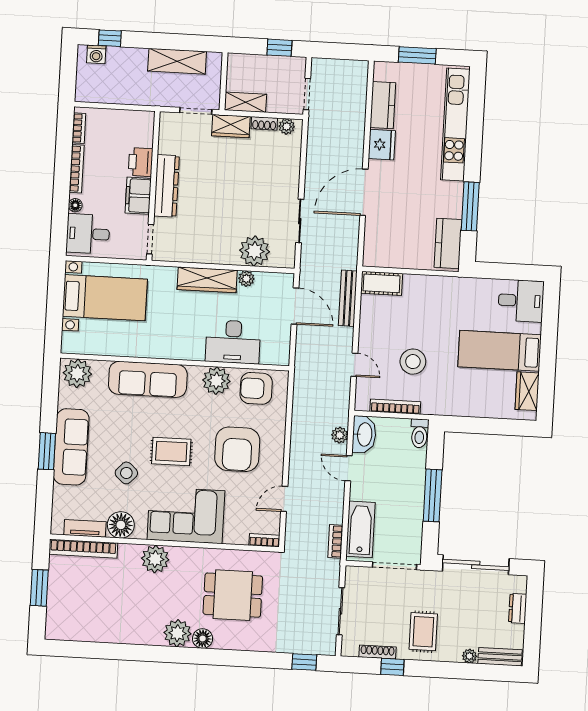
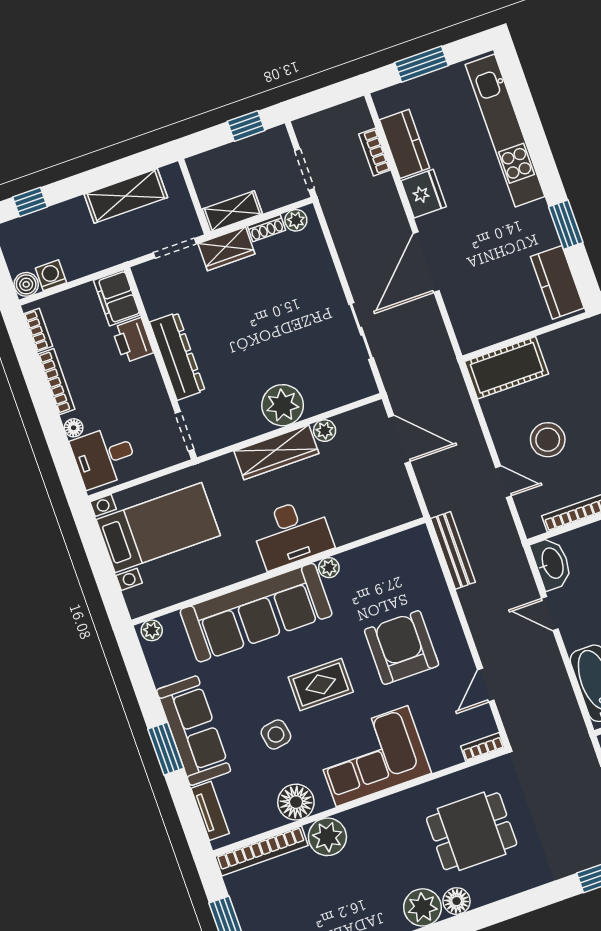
washing machine: (96, 54) -> (51, 275), moved, turned 180
boiler: (84, 93) -> (26, 284), added
filing cabinet: (138, 196) -> (117, 298), moved
window: (470, 206) -> (566, 225), width x0.69
plant: (255, 251) -> (283, 405), moved
cot: (382, 283) -> (507, 368), width x1.37, depth x1.34
bench: (348, 298) -> (453, 550), moved
desk: (233, 342) -> (292, 533), moved
stool: (413, 362) -> (548, 440), moved
plant: (77, 373) -> (152, 630), width x0.53, depth x0.53
sofa: (148, 379) -> (256, 613), width x1.36, depth x1.27
plant: (216, 381) -> (329, 568), width x0.53, depth x0.53
armchair: (256, 388) -> (394, 562), removed
plant: (340, 435) -> (522, 577), removed
armchair: (237, 449) -> (402, 648), turned 180
side table: (126, 473) -> (276, 735), turned 37
tv unit: (85, 528) -> (210, 811), moved, turned 90
bookcase: (335, 541) -> (375, 152), moved
plant: (155, 559) -> (327, 837), moved

